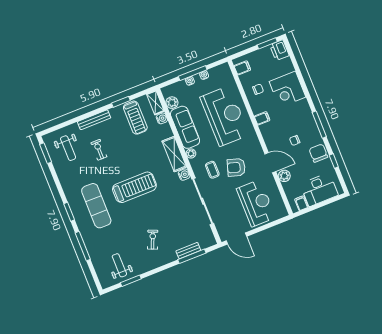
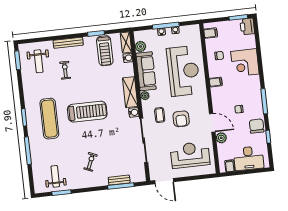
armchair: (236, 167) -> (181, 119), turned -107
reception desk: (256, 203) -> (190, 155), turned -90

